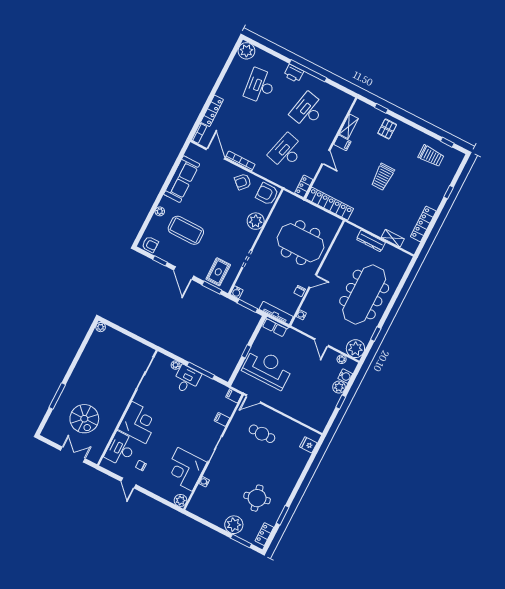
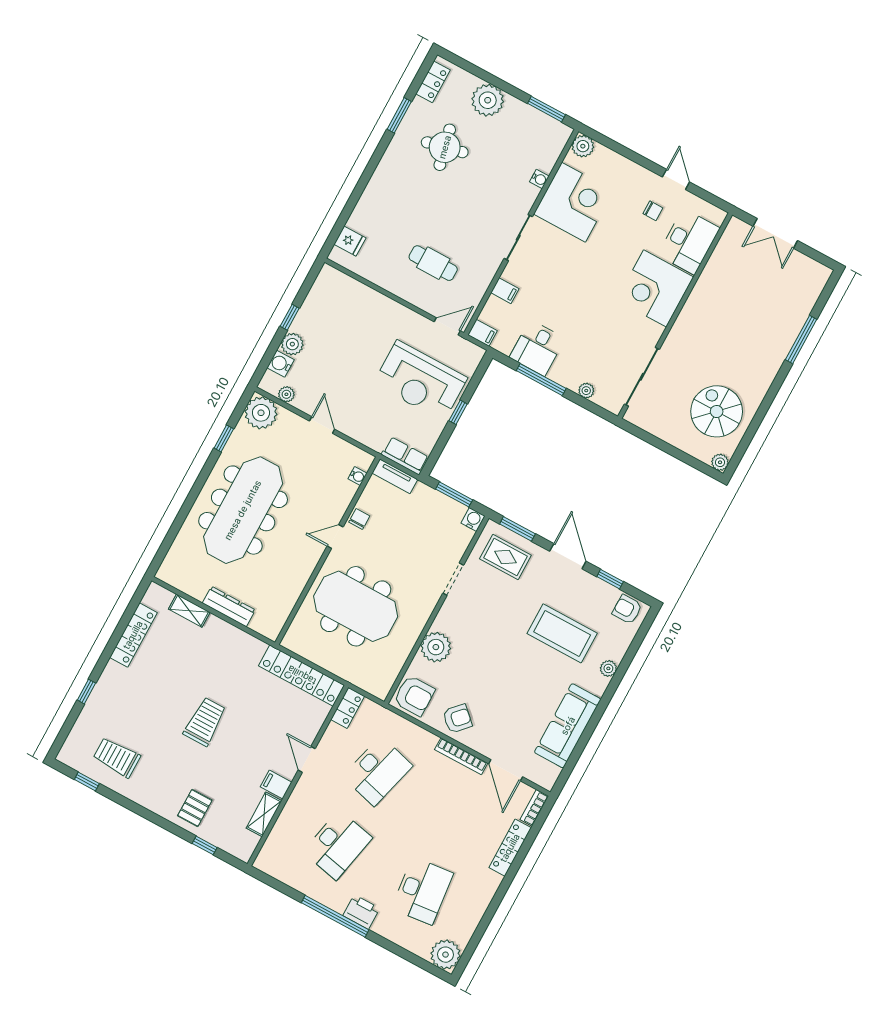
rug: (218, 272) -> (505, 557), turned 90
tv unit: (276, 313) -> (395, 476), width x0.71
desk: (187, 380) -> (537, 348), moved
spiral stairs: (84, 419) -> (717, 411), moved
window: (241, 541) -> (546, 109), moved

